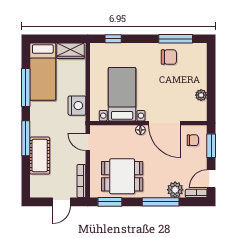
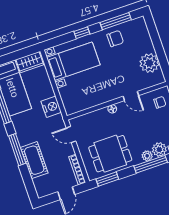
window: (113, 39) -> (82, 33), moved
bed with nightstands: (122, 94) -> (73, 61), moved, turned 90
plant: (201, 95) -> (149, 63), width x1.87, depth x1.87
door: (165, 123) -> (131, 96), width x0.53
plant: (160, 192) -> (147, 156), added

